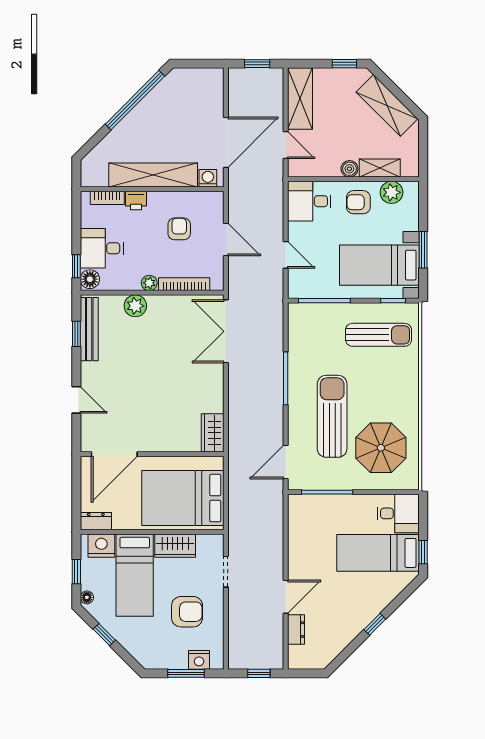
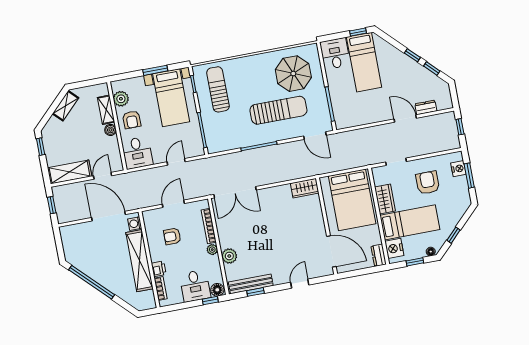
shelving: (387, 105) -> (66, 106), width x0.67, depth x0.75
sun lounger: (332, 416) -> (278, 110), turned 180
window: (351, 649) -> (432, 68), added

